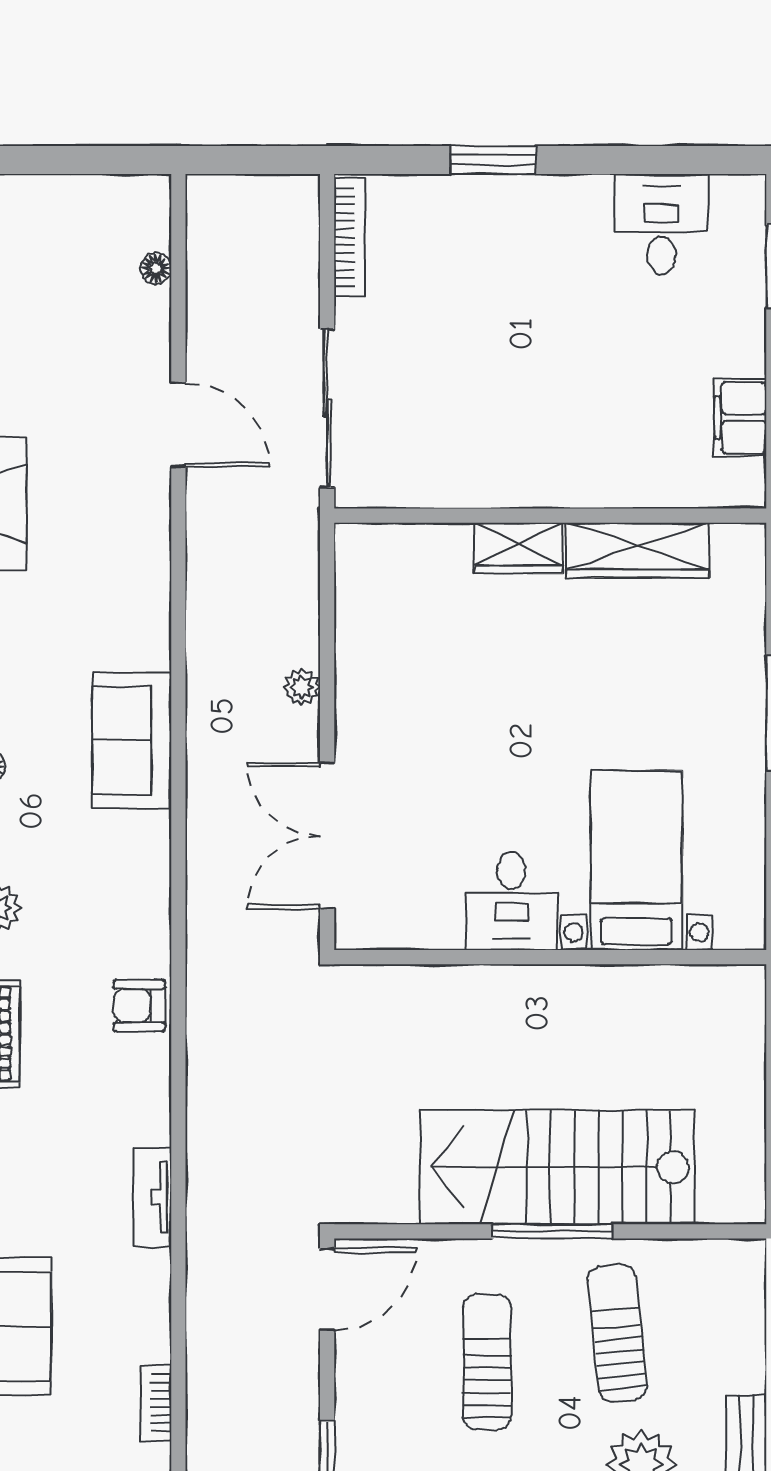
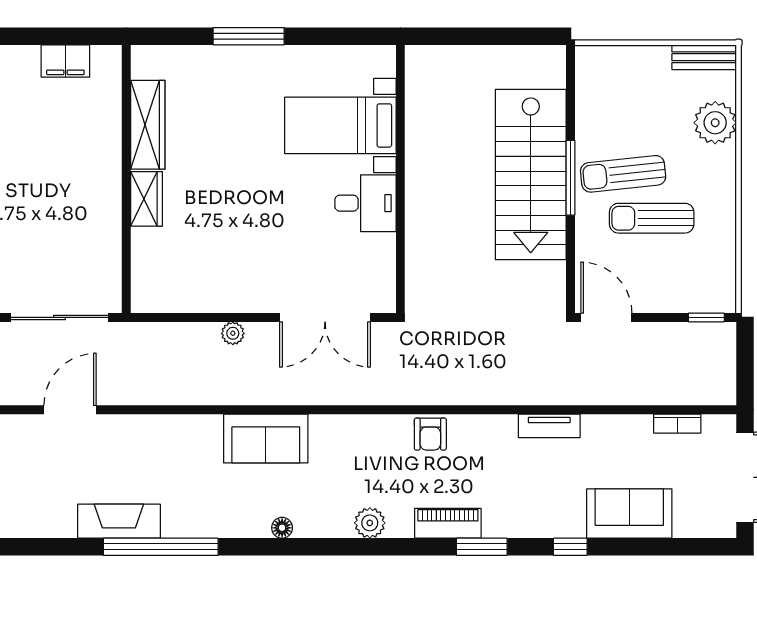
sun lounger: (617, 1333) -> (623, 174), moved

